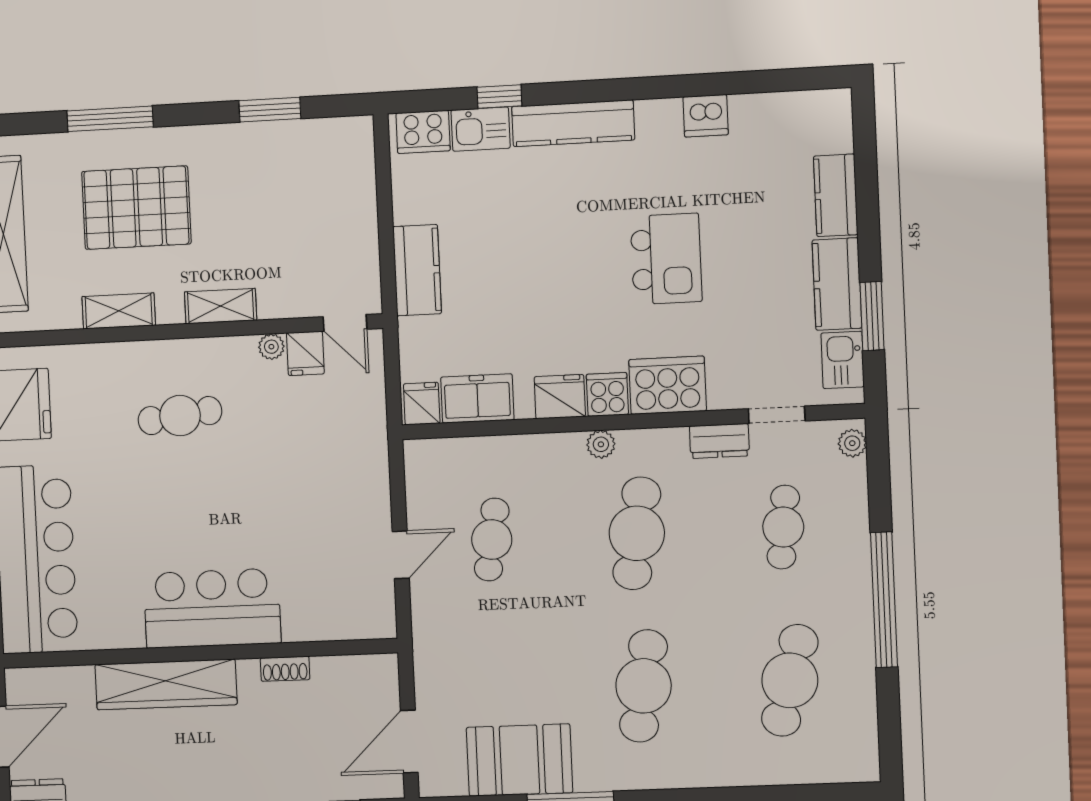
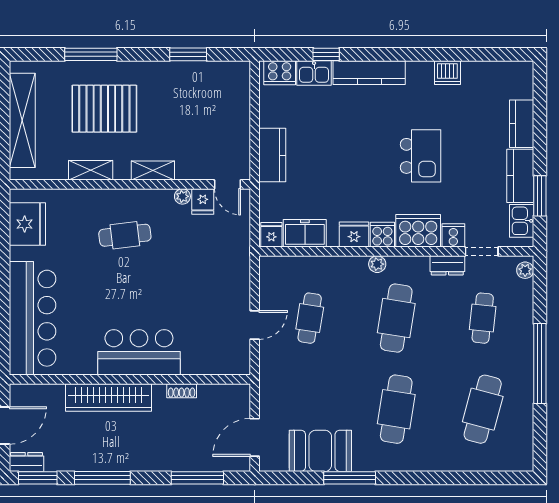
cooker: (727, 390) -> (453, 235), added

